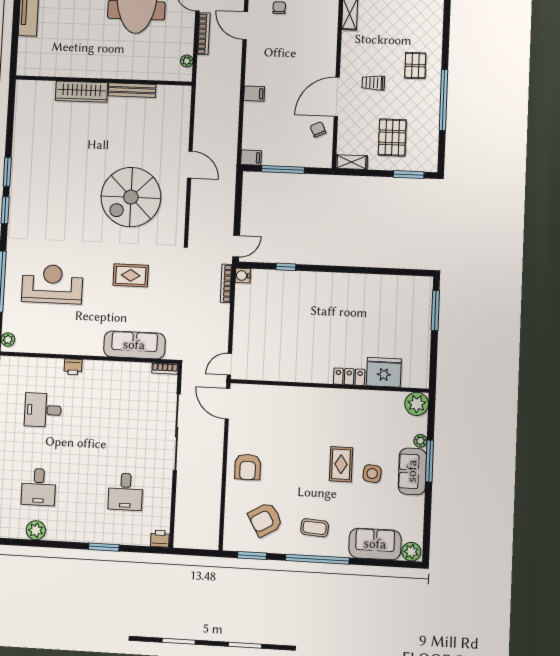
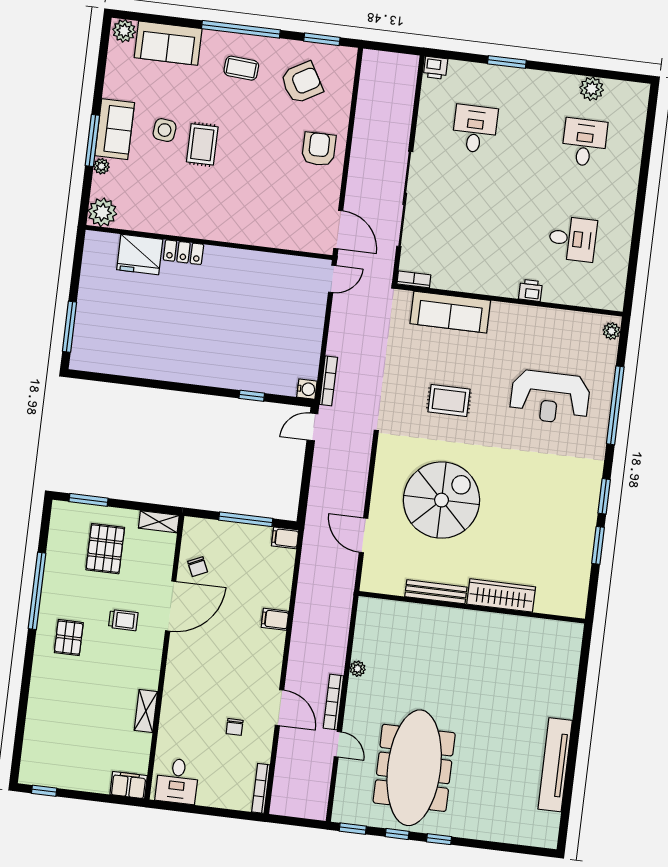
wall: (104, 81) -> (472, 607), moved
bench: (132, 90) -> (436, 592), moved
wardrobe: (81, 92) -> (501, 595), moved

